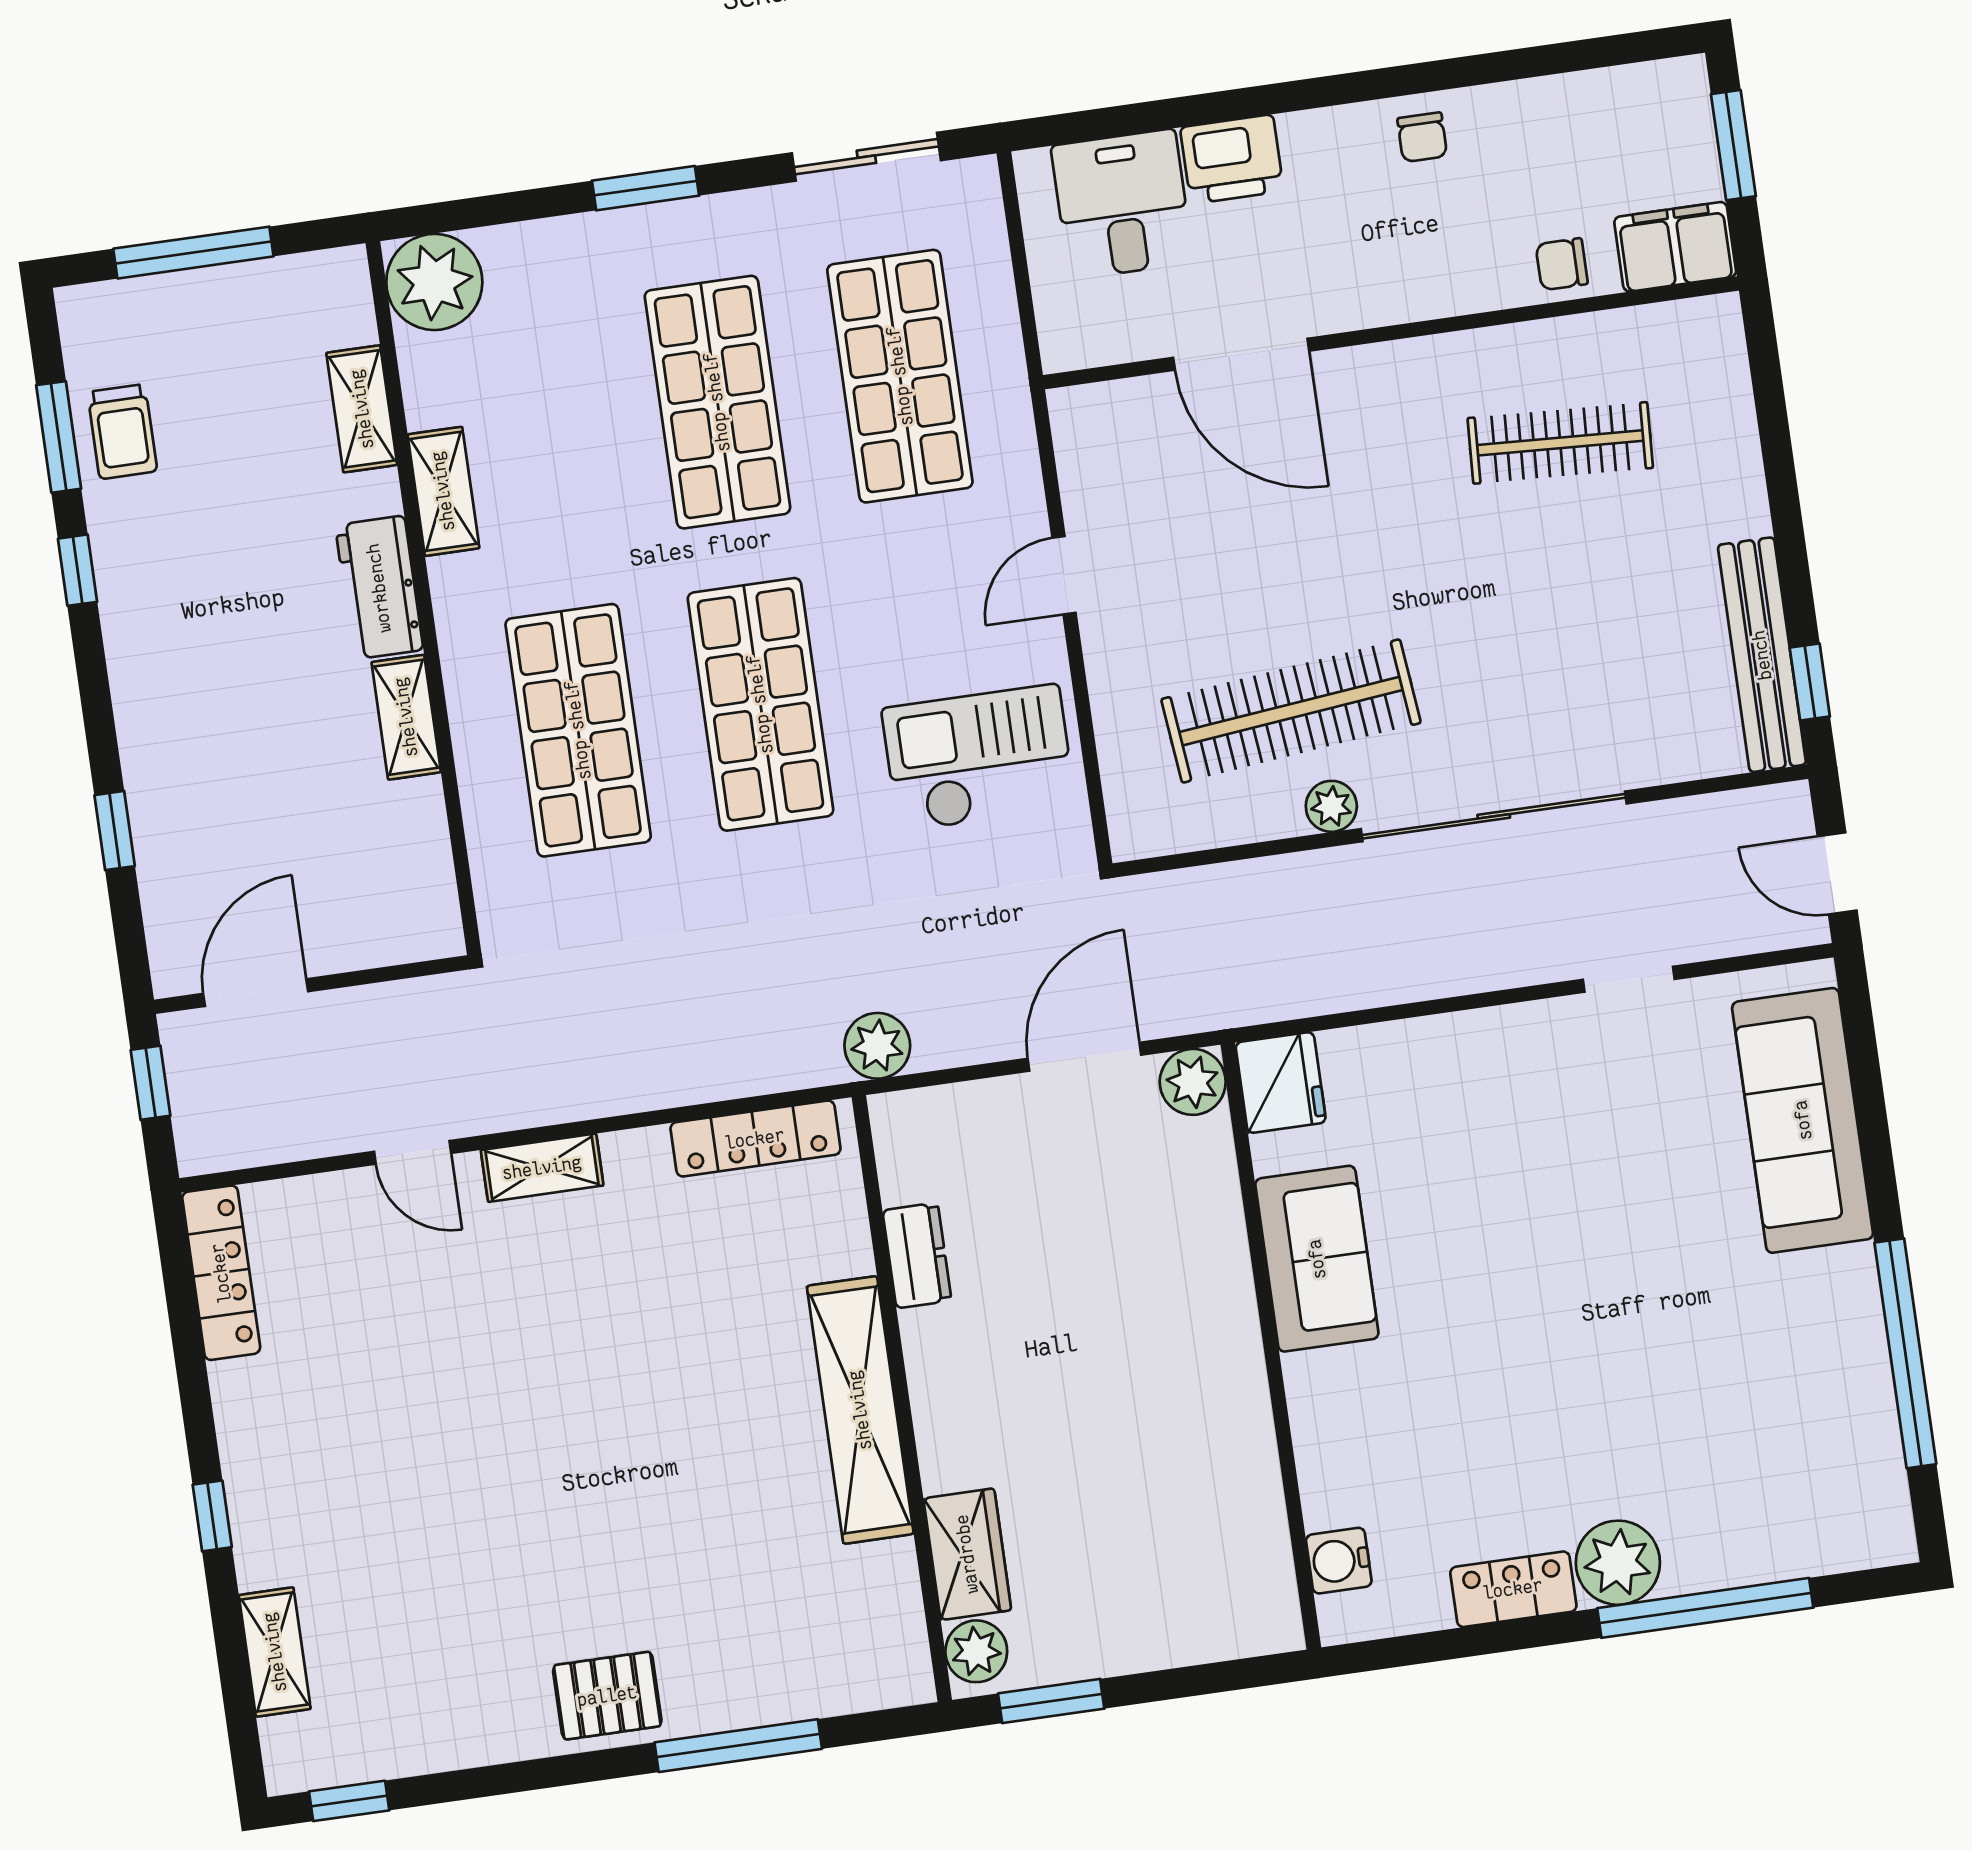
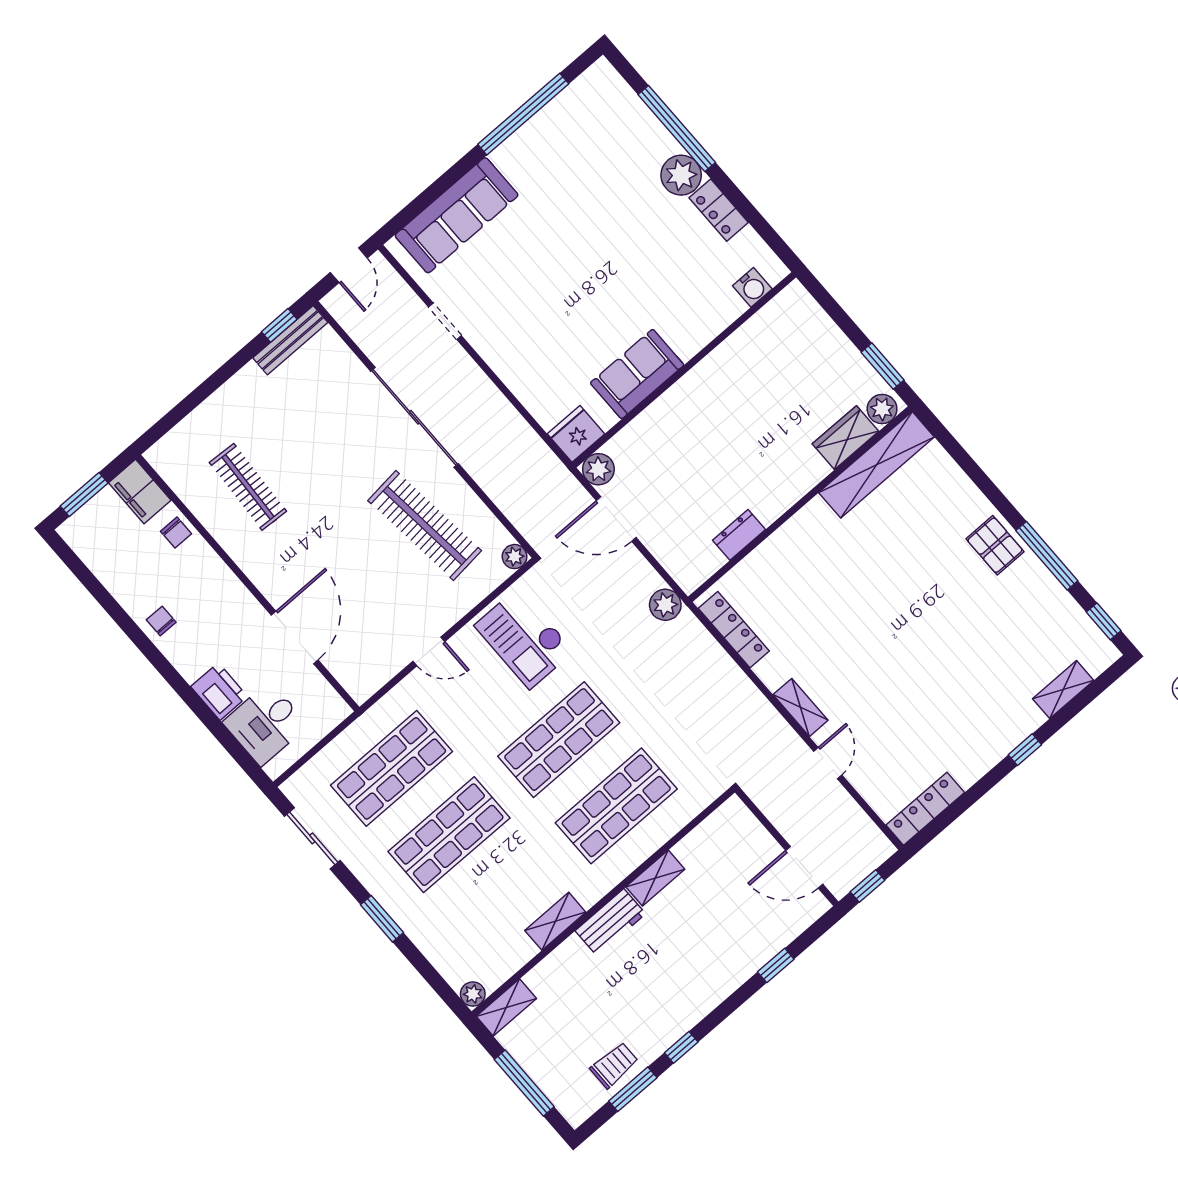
chair: (1422, 137) -> (161, 621), turned -90
plant: (434, 282) -> (473, 994), width x0.53, depth x0.53
shelving: (362, 409) -> (506, 1007), moved
bench: (1762, 655) -> (290, 340), width x0.73, depth x0.82
plant: (1331, 806) -> (515, 557), moved
shelving: (860, 1410) -> (876, 465), moved
window: (738, 1746) -> (1047, 556), moved

